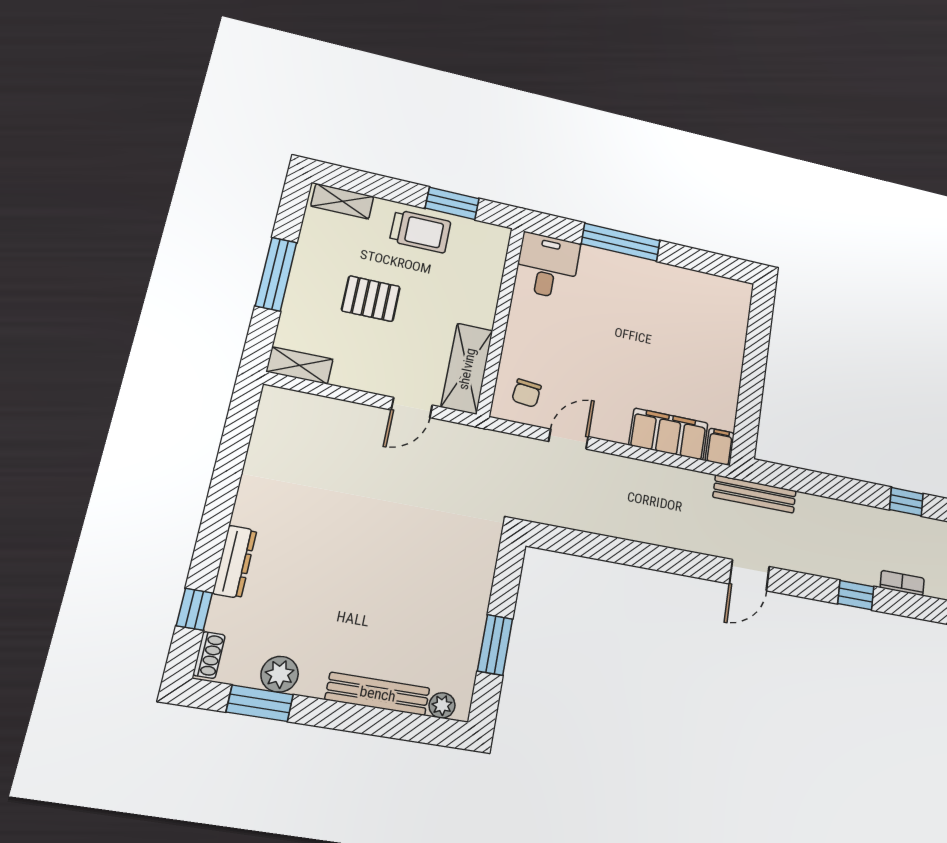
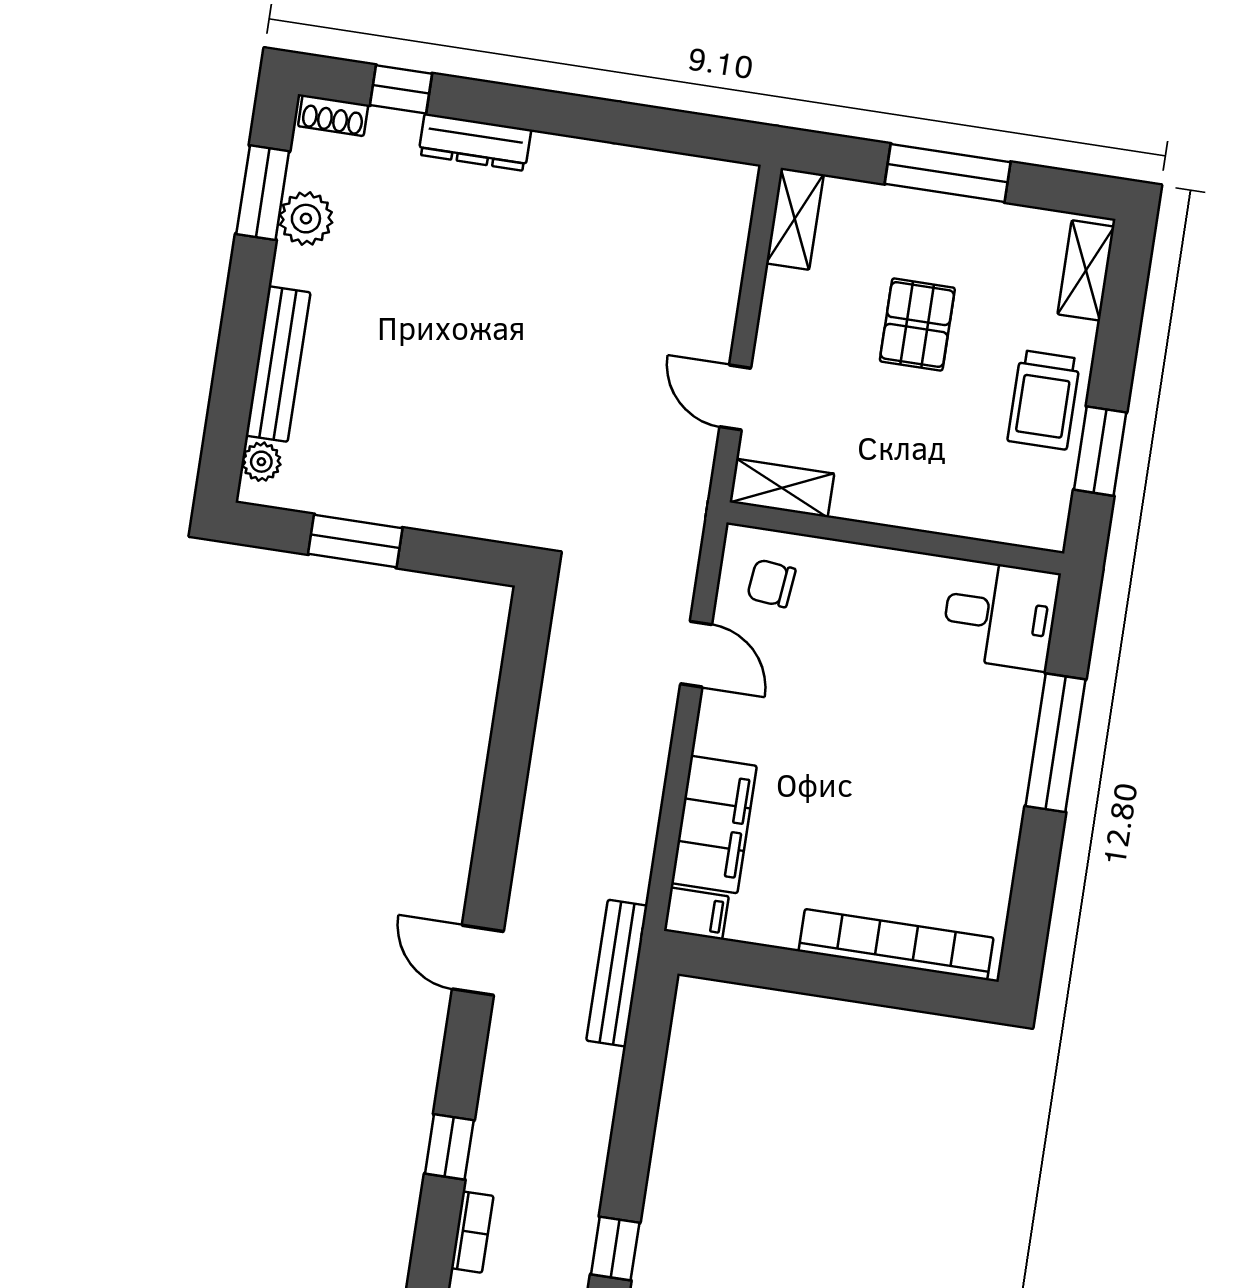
bookcase: (735, 337) -> (896, 945), added
shelving: (467, 369) -> (782, 488), width x0.67, depth x0.75

